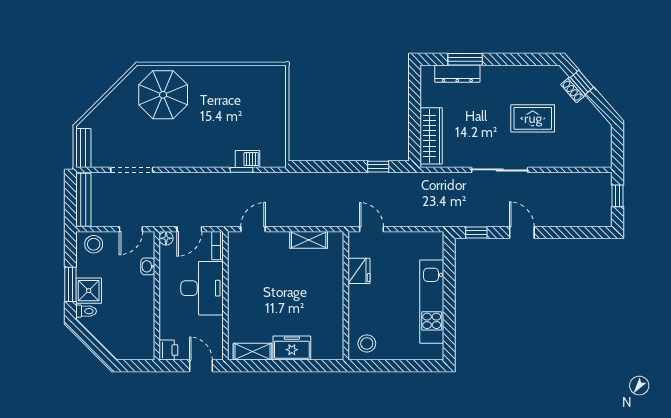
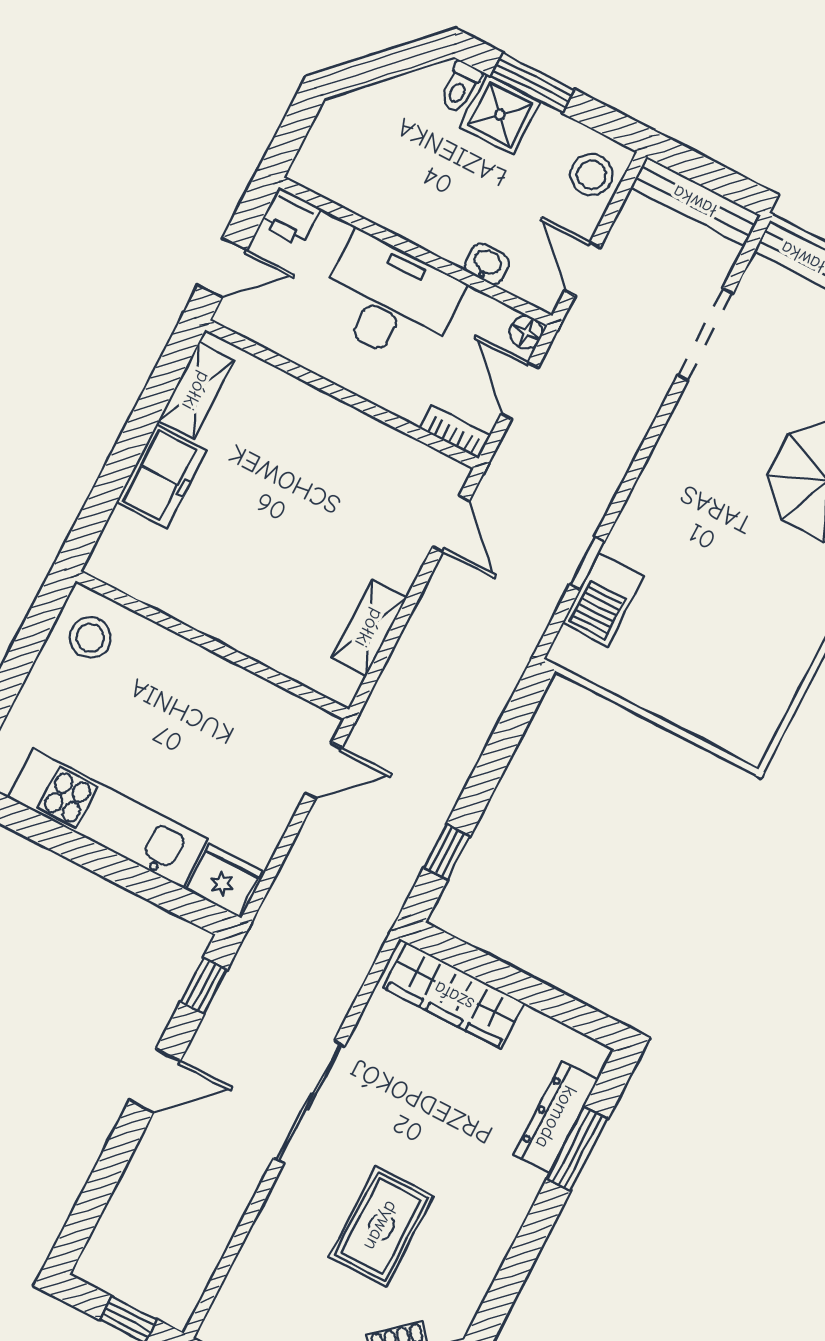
barbecue: (247, 159) -> (603, 599), width x1.38, depth x1.27
fridge: (359, 271) -> (224, 880), moved, turned 180
desk: (202, 288) -> (390, 300), moved, turned 180

